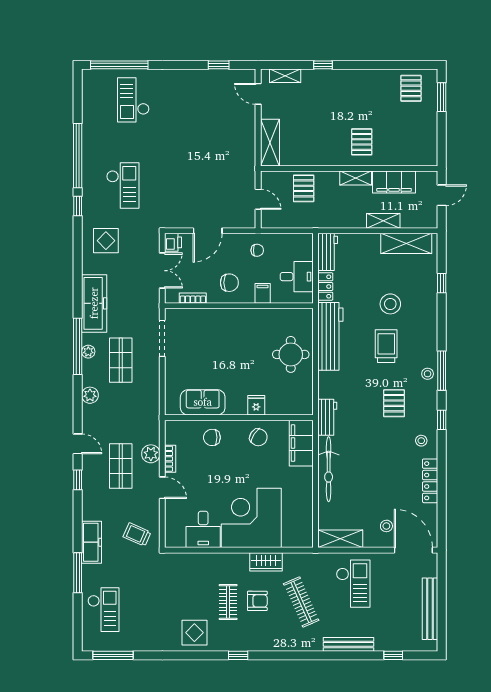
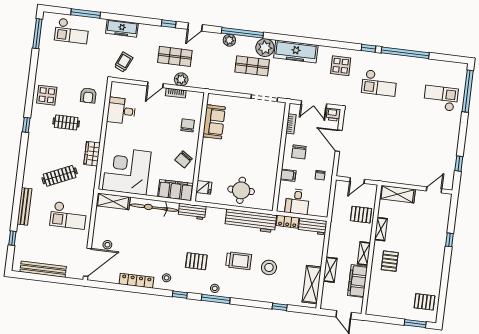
shelving: (285, 76) -> (381, 229), moved
pallet: (362, 142) -> (390, 261), turned 90
window: (78, 346) -> (242, 33), moved
plant: (88, 352) -> (265, 48), width x1.88, depth x1.88
fridge: (256, 405) -> (204, 187), moved
corner desk: (251, 518) -> (127, 171), moved, turned -90
shelving: (340, 539) -> (113, 201), moved, turned 90
window: (78, 573) -> (86, 14), moved
armchair: (257, 601) -> (88, 95), moved

